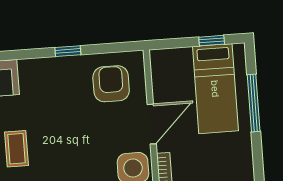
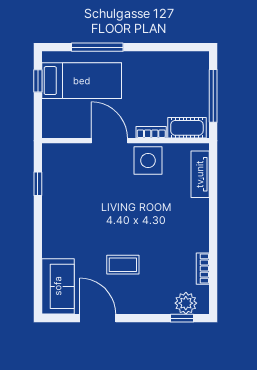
window: (68, 51) -> (38, 184), moved
armchair: (111, 84) -> (70, 175), removed

